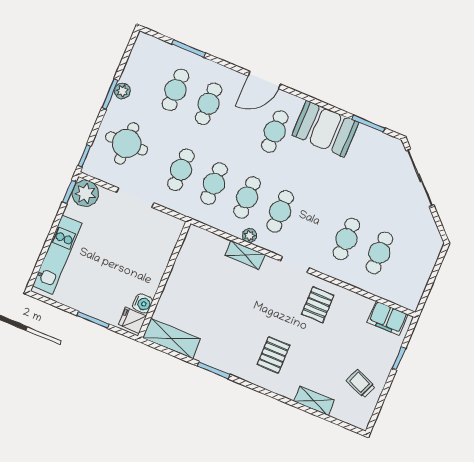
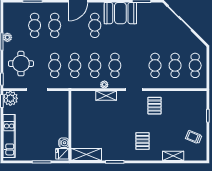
cafe table: (413, 267) -> (195, 65), added
filing cabinet: (388, 318) -> (193, 97), removed

